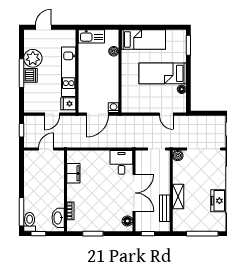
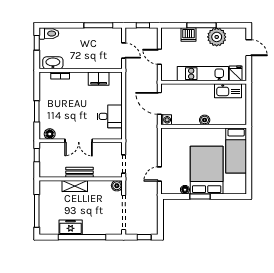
kitchen sink: (91, 36) -> (228, 91), moved, turned -90
window: (188, 45) -> (200, 197), moved
boiler: (114, 51) -> (205, 120), moved
bed: (163, 73) -> (207, 170), width x1.50
dishwasher: (30, 75) -> (188, 34), moved
fridge: (68, 104) -> (236, 73), moved
desk: (121, 162) -> (110, 116), moved
double door: (134, 193) -> (79, 141), width x0.73
bench: (165, 208) -> (80, 172), moved
window: (21, 212) -> (98, 25), moved
window: (93, 234) -> (37, 111), moved

